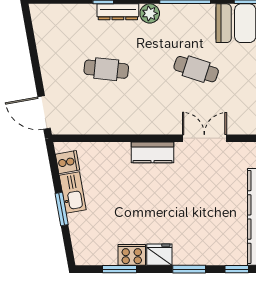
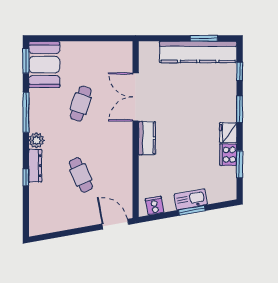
cafe table: (106, 69) -> (81, 175), turned -30
door: (44, 112) -> (115, 224), swing flipped
double door: (204, 138) -> (136, 97), width x1.37
kitchen sink: (73, 193) -> (191, 199), moved

